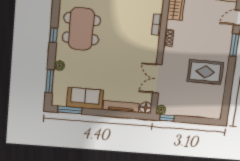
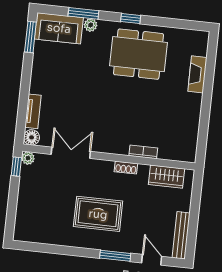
rug: (205, 72) -> (98, 214), moved, turned 90
window: (50, 81) -> (83, 13), moved
sofa: (85, 98) -> (59, 28), moved, turned 90
tv unit: (121, 107) -> (33, 111), width x0.71

